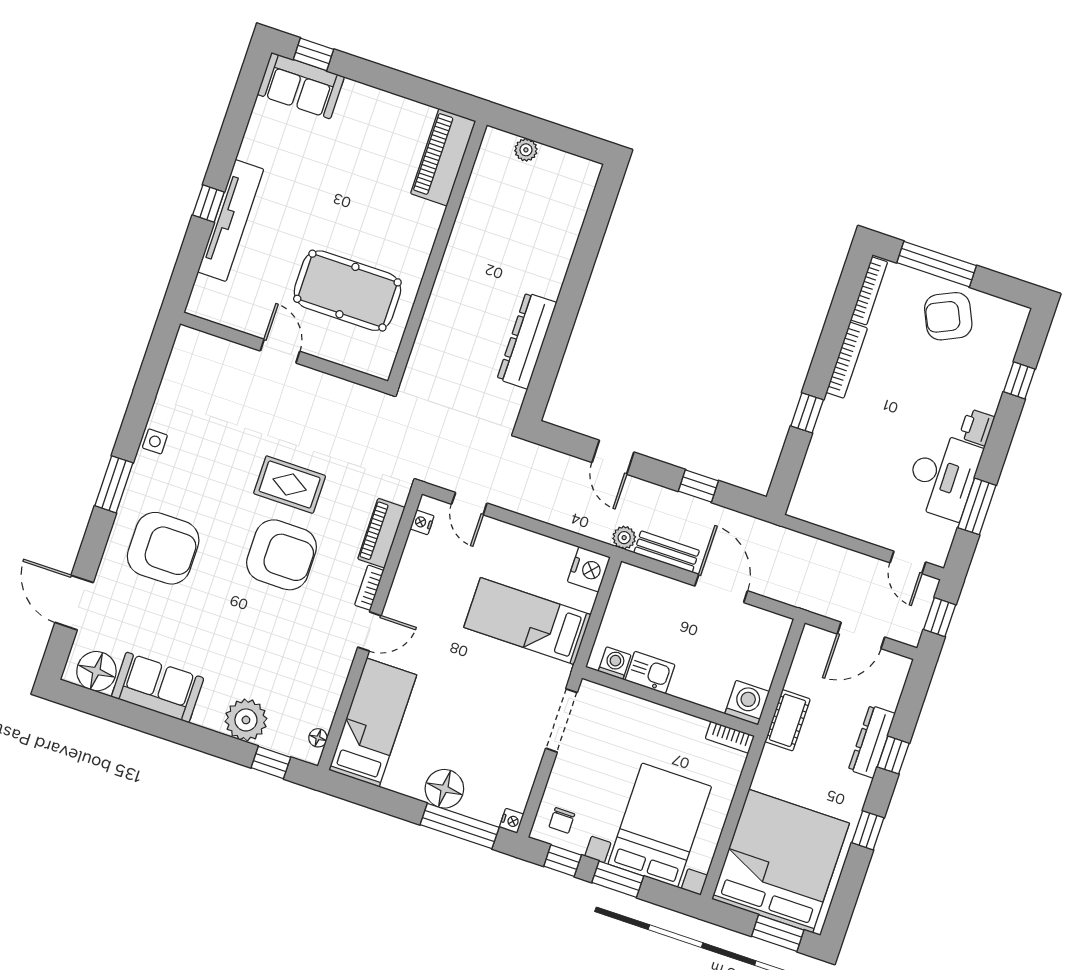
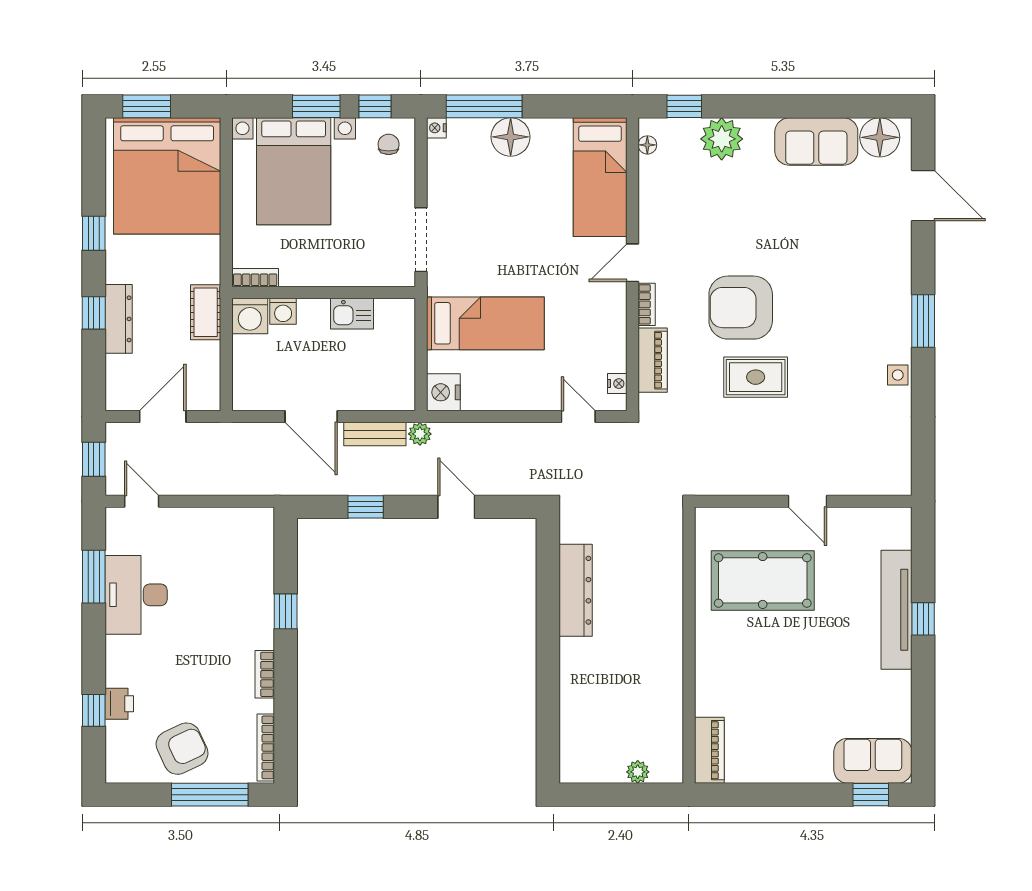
piano: (443, 157) -> (709, 750), width x0.73, depth x0.75
bookcase: (847, 360) -> (265, 674), width x0.64
printer: (977, 427) -> (119, 704), moved
armchair: (163, 548) -> (856, 276), removed
washing machine: (615, 663) -> (283, 311), moved

